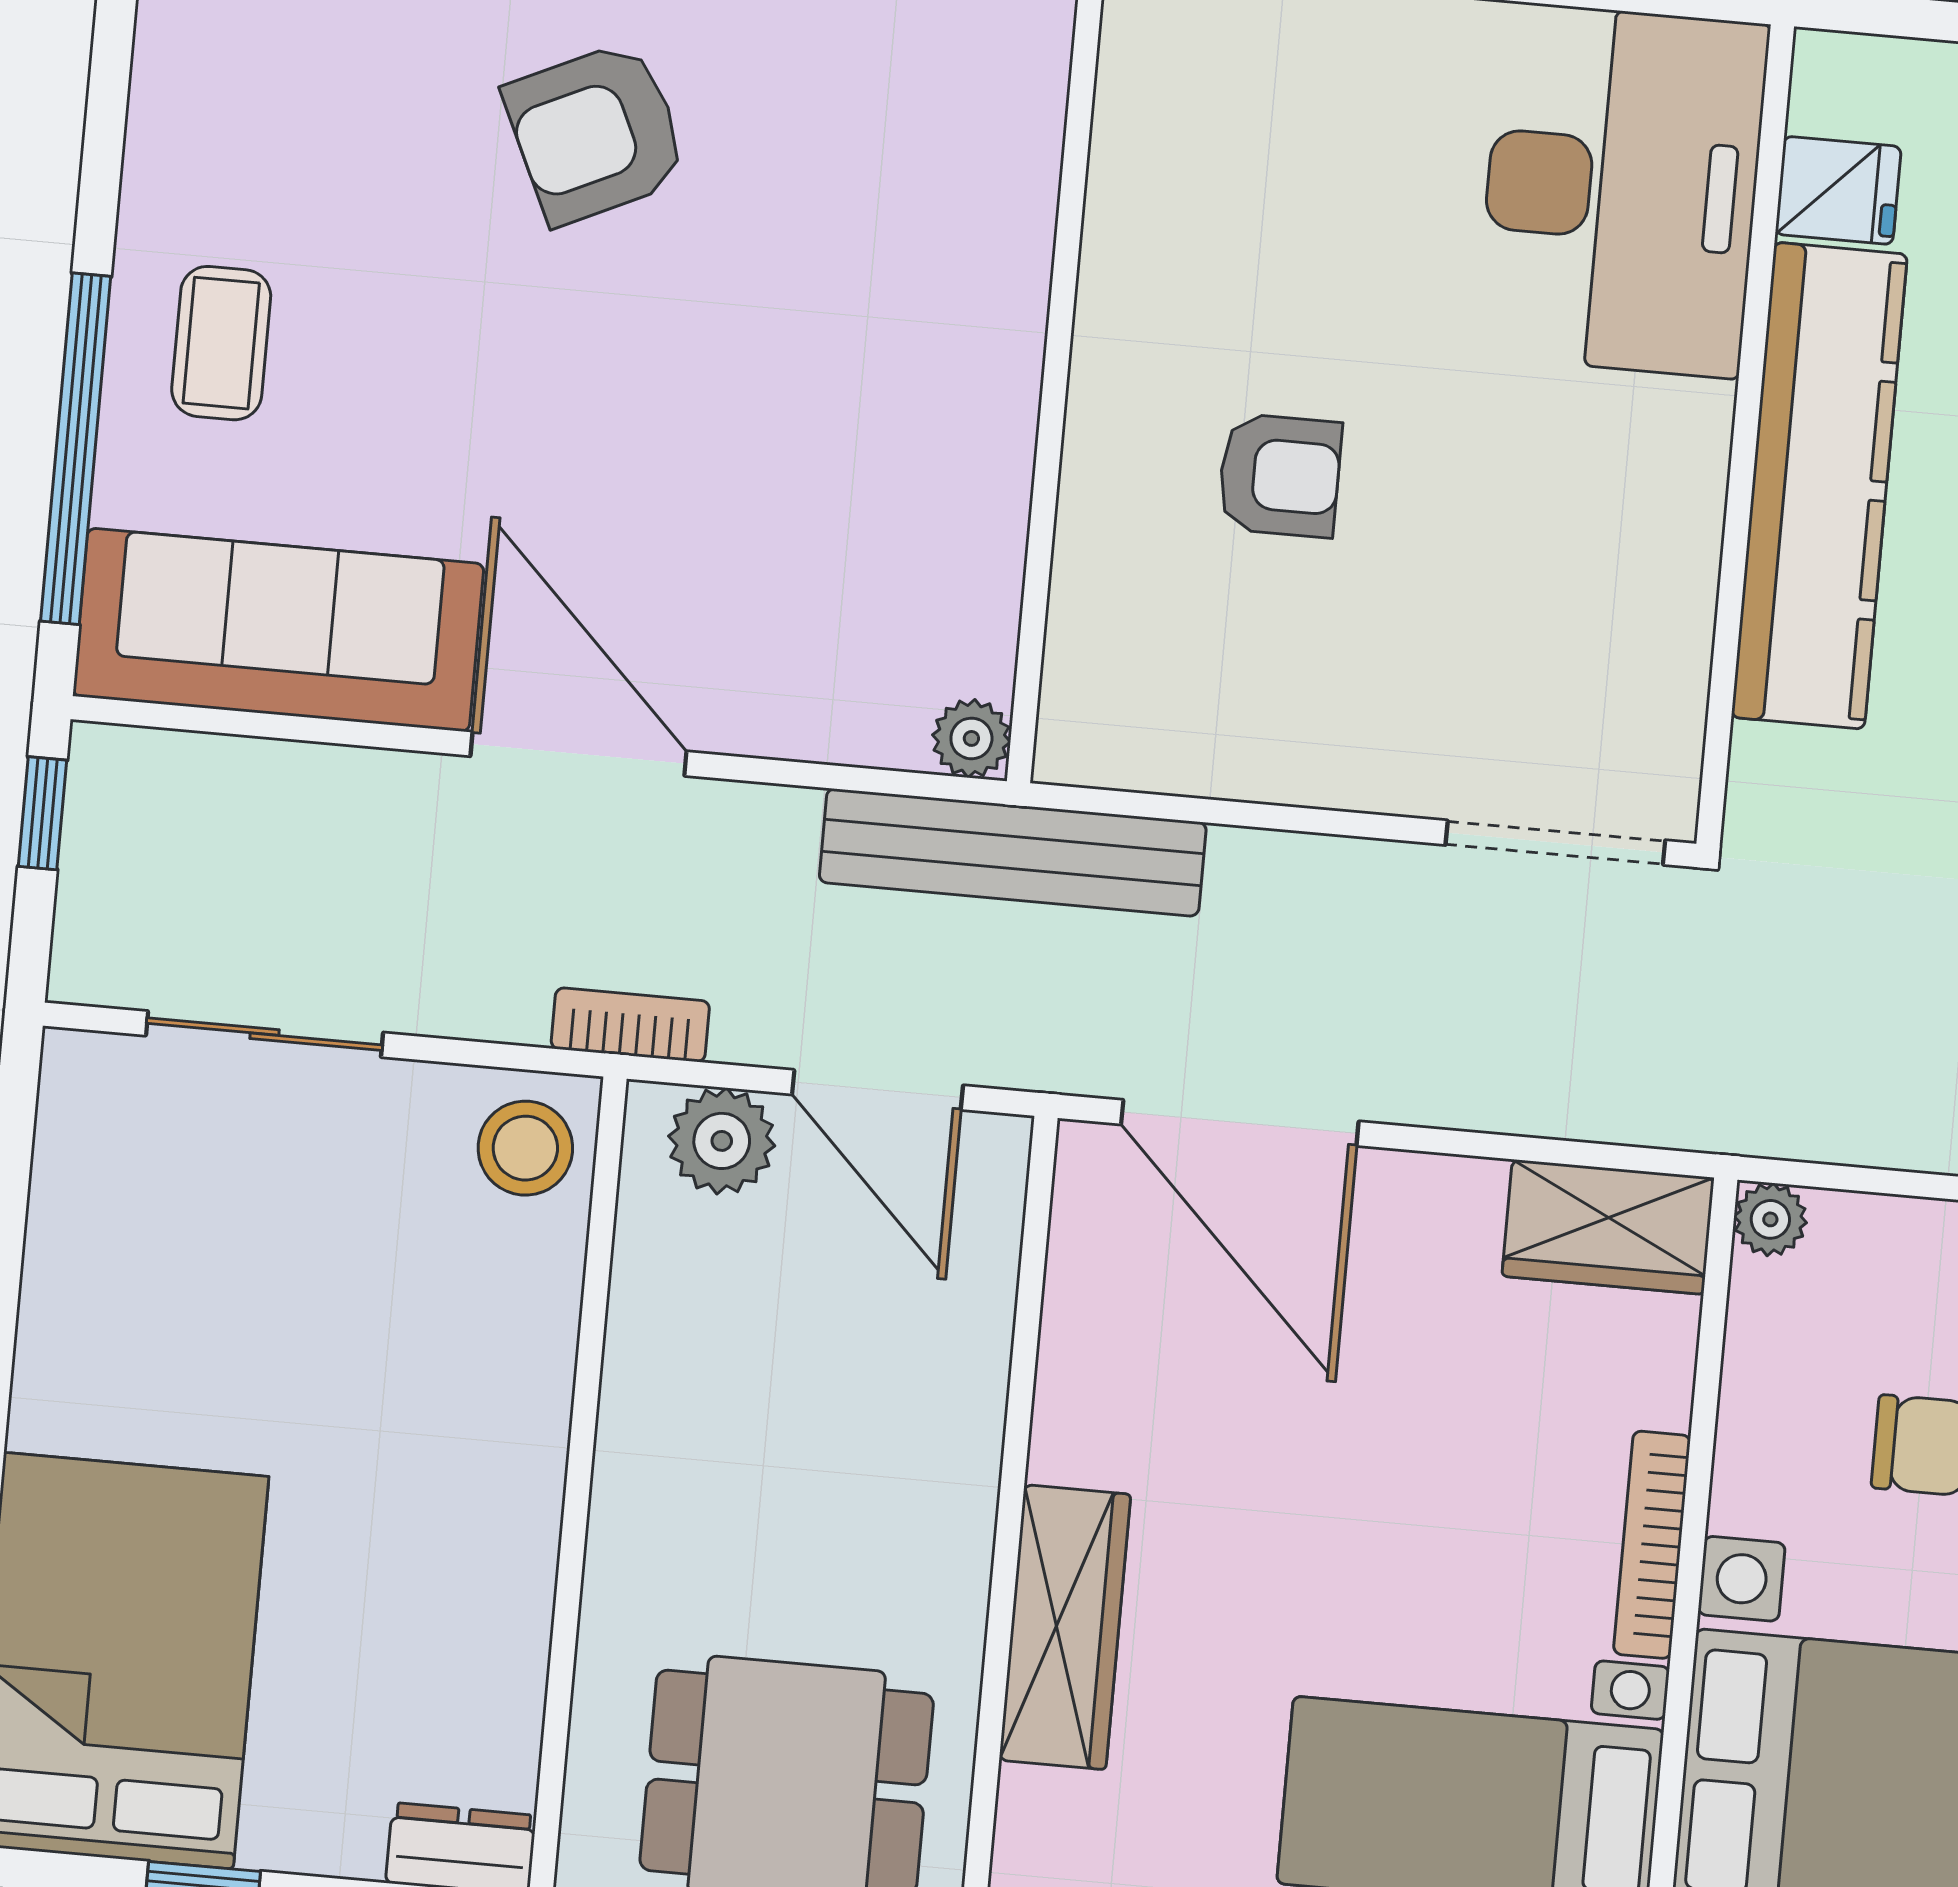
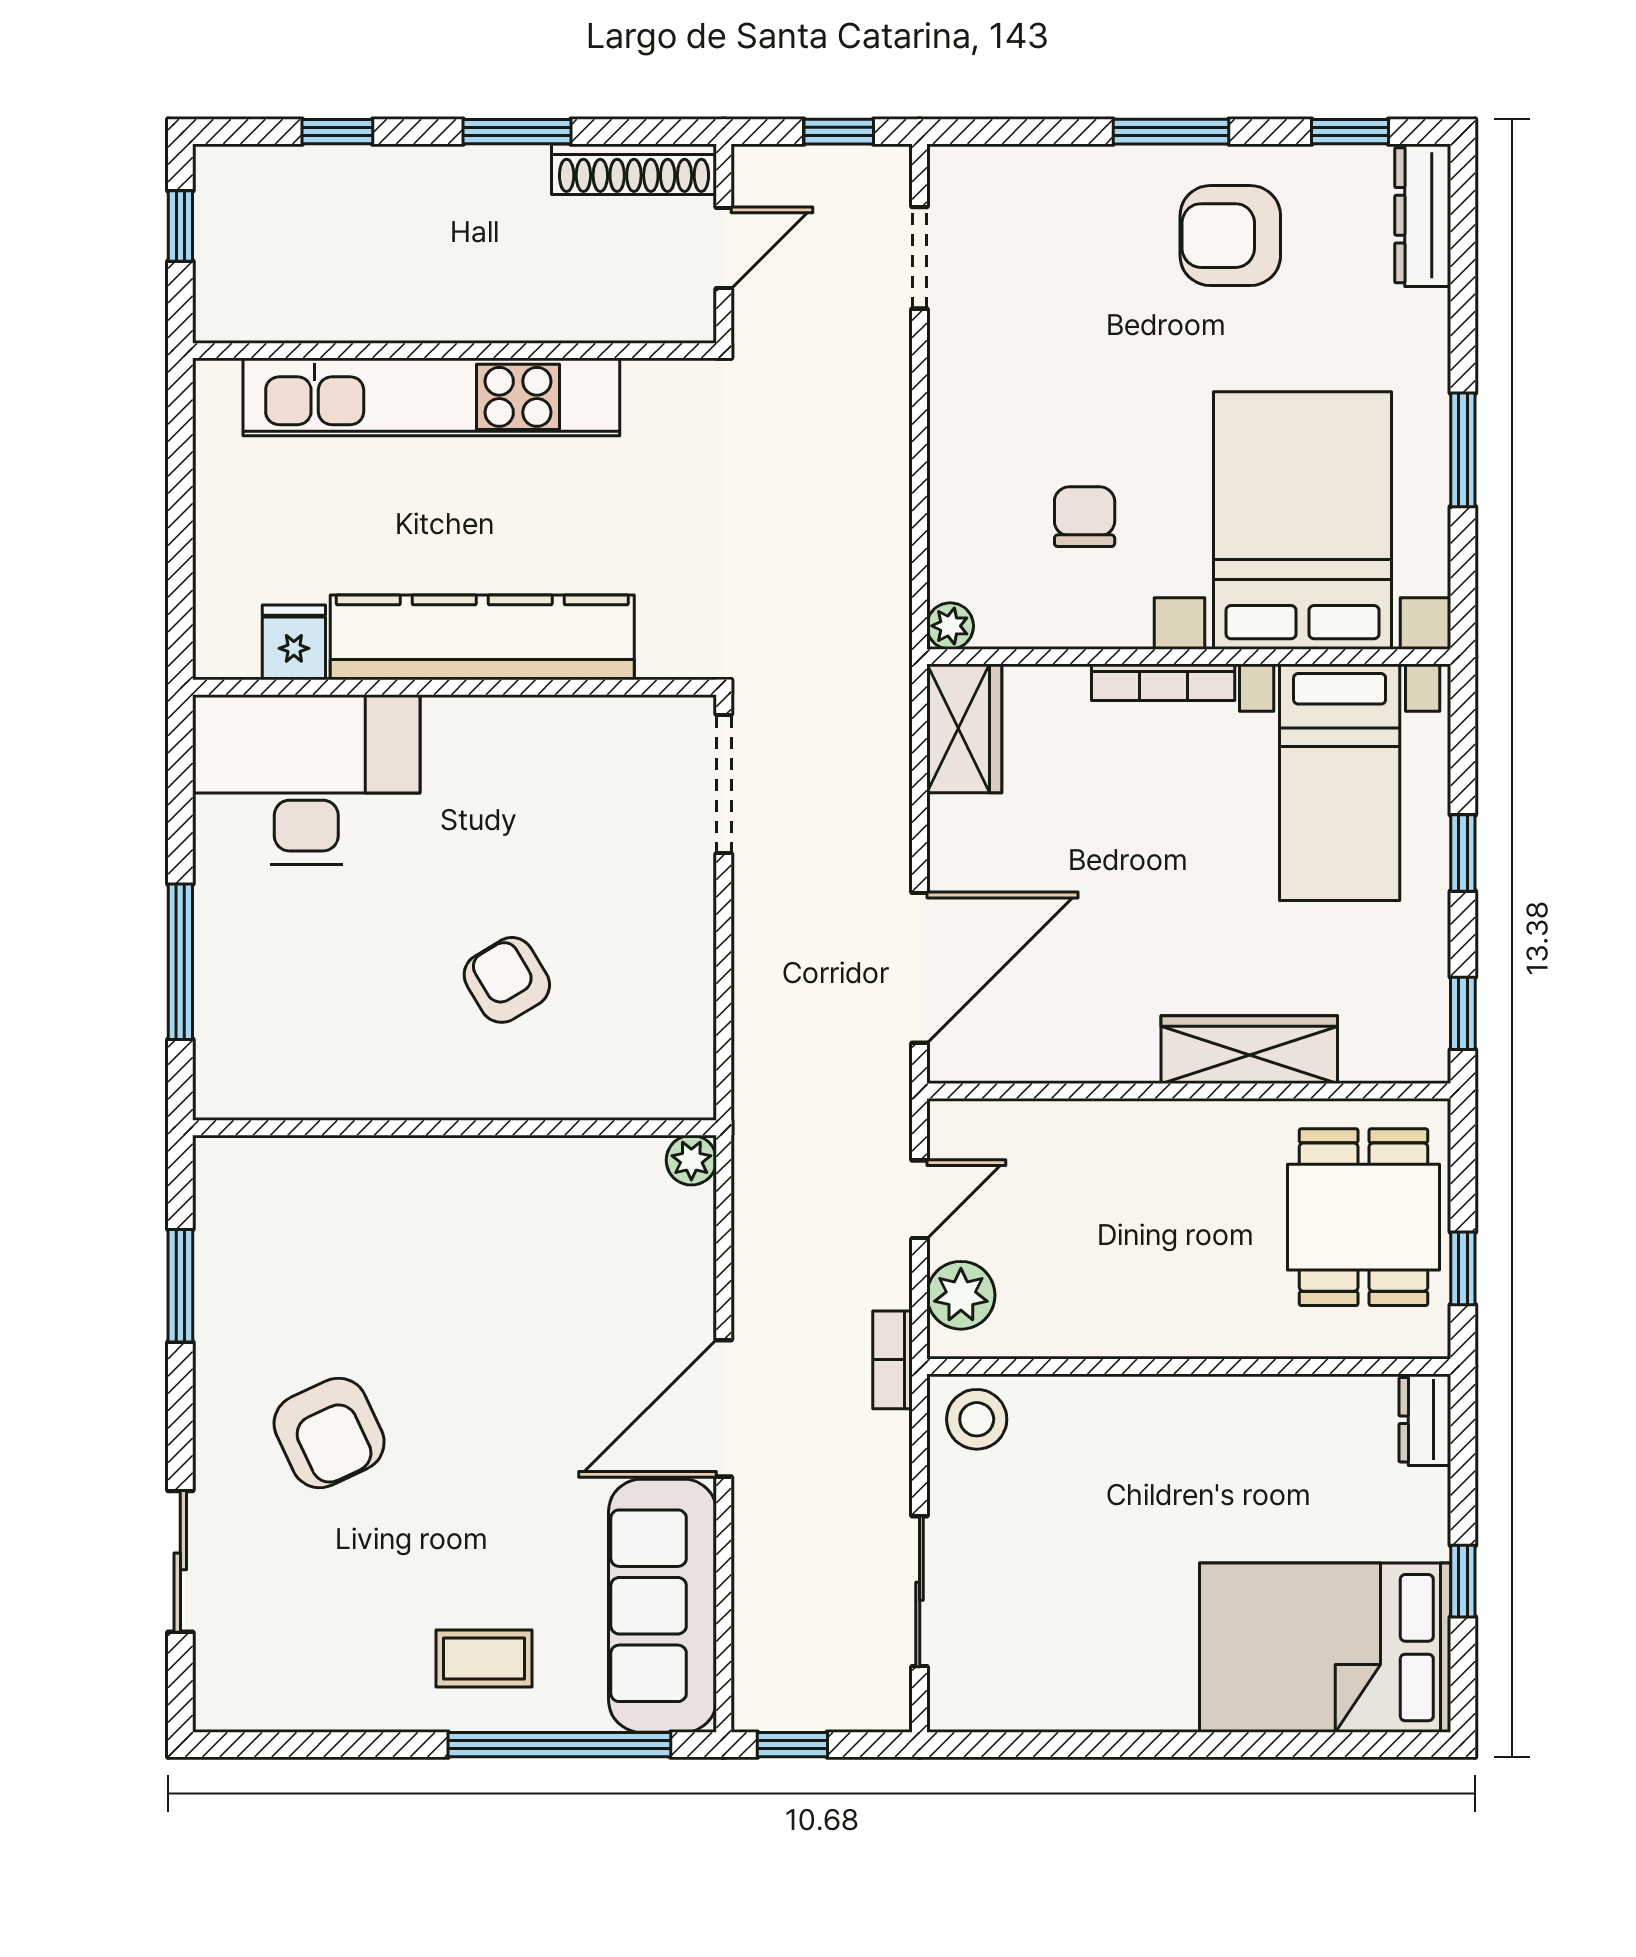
armchair: (1280, 475) -> (507, 980), turned -31
bench: (1013, 852) -> (761, 1127), removed
door: (878, 1090) -> (920, 1199), width x0.73

